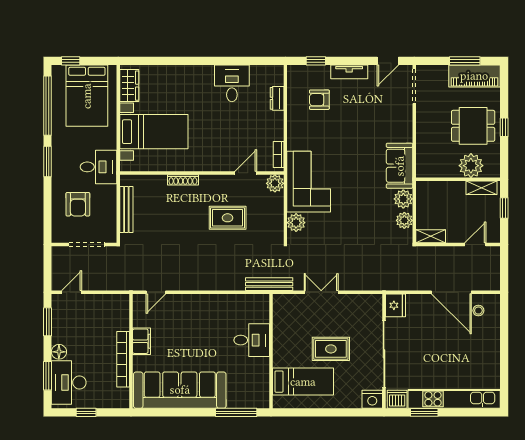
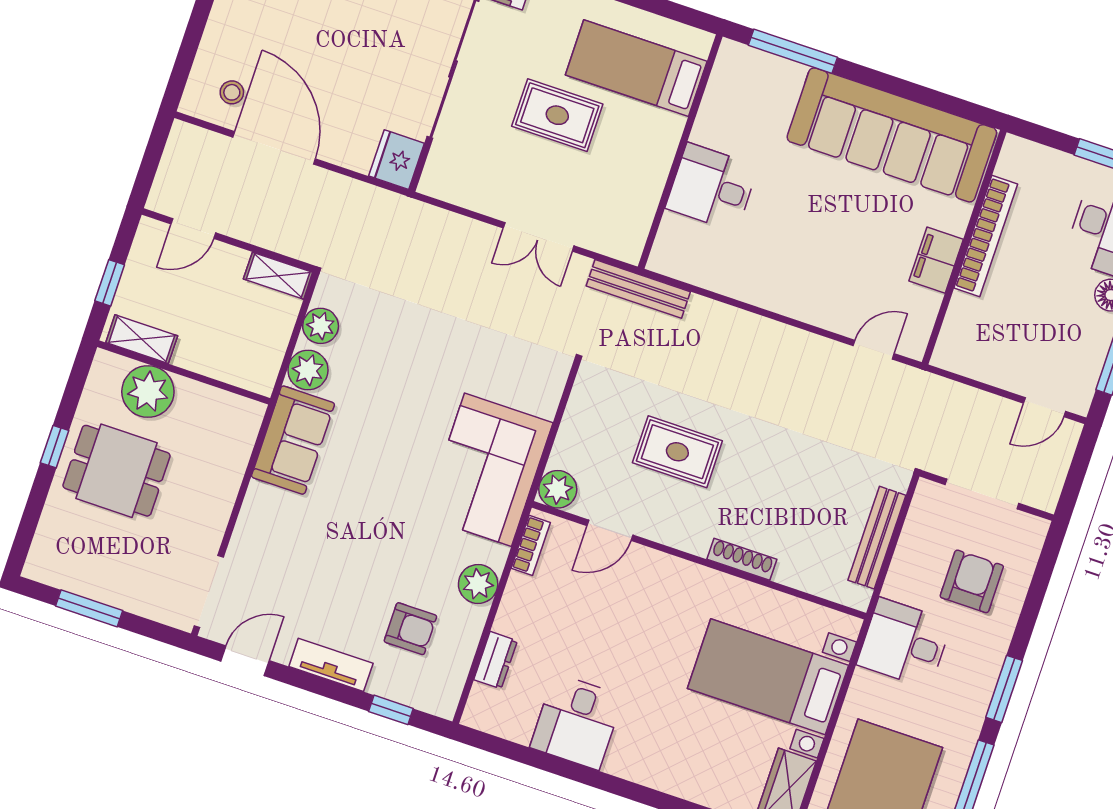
piano: (474, 76) -> (80, 571), removed
plant: (296, 223) -> (478, 584), moved

